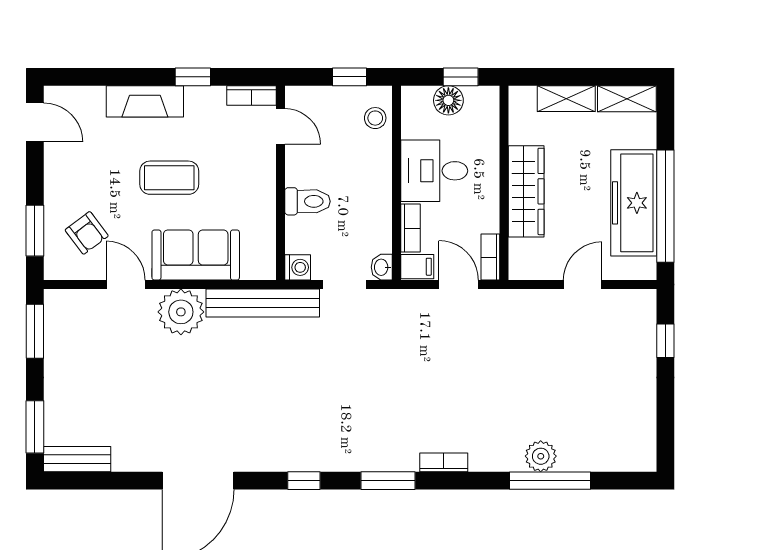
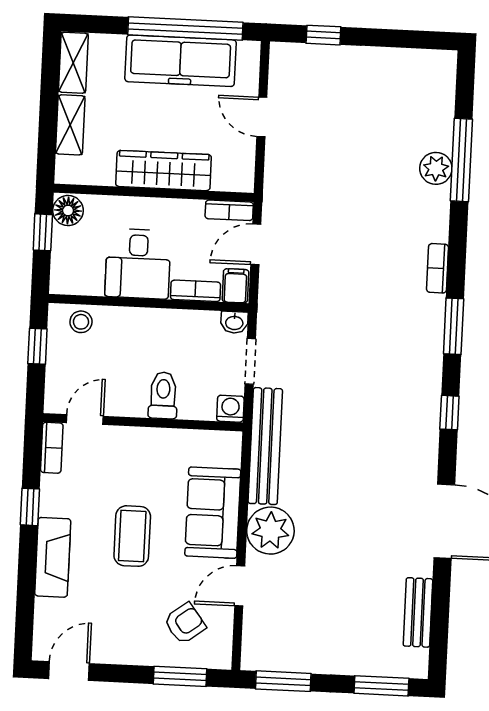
floor lamp: (448, 100) -> (68, 210), moved
bench: (77, 459) -> (418, 612), moved

